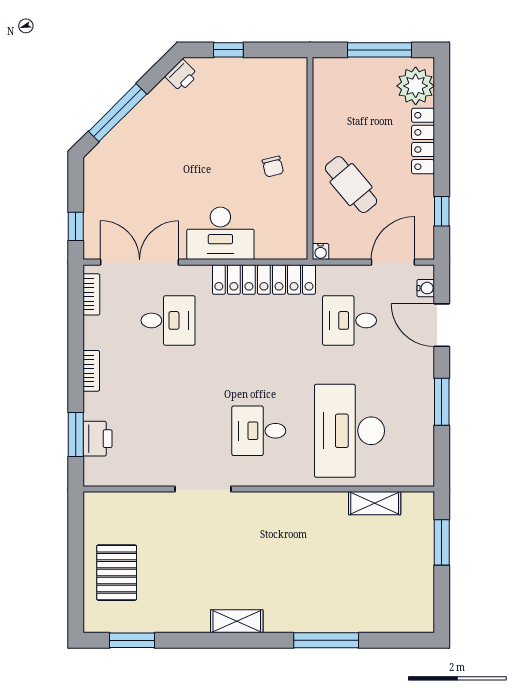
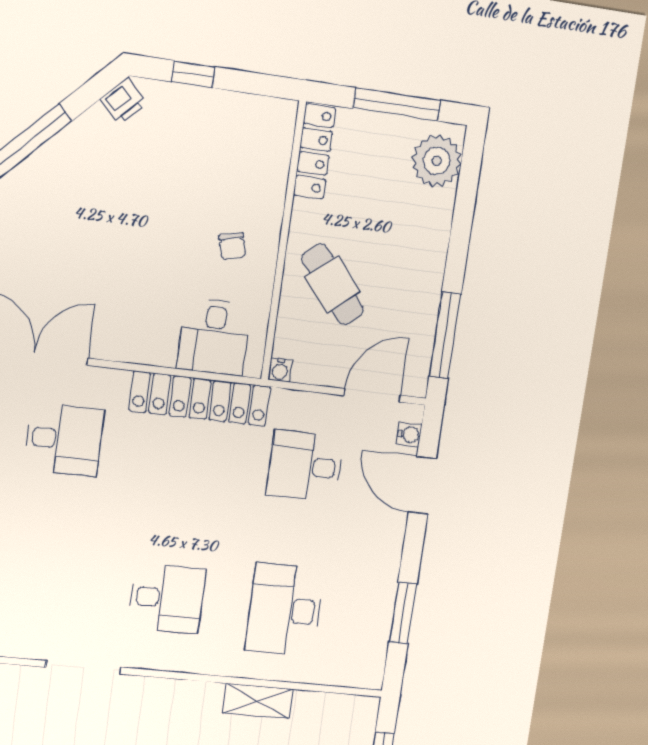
locker: (423, 141) -> (315, 152), moved, turned 180
window: (442, 211) -> (445, 335), width x2.17
desk: (220, 233) -> (214, 337), moved, width x0.73
window: (442, 402) -> (403, 613), moved
desk: (259, 431) -> (167, 598), turned 180
desk: (350, 431) -> (285, 610), width x0.73, depth x0.77
shelving: (375, 503) -> (258, 701), moved

